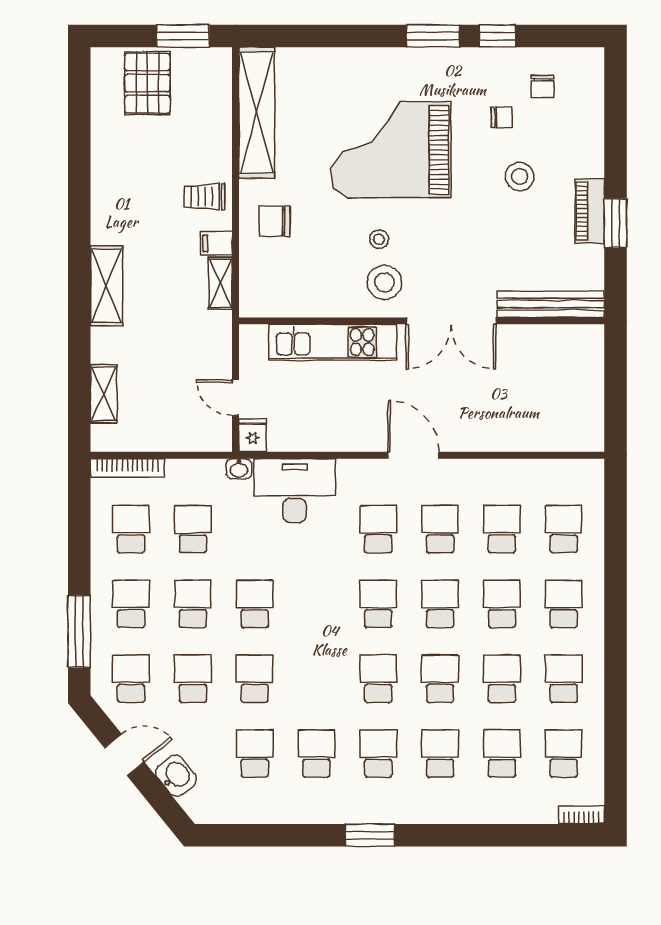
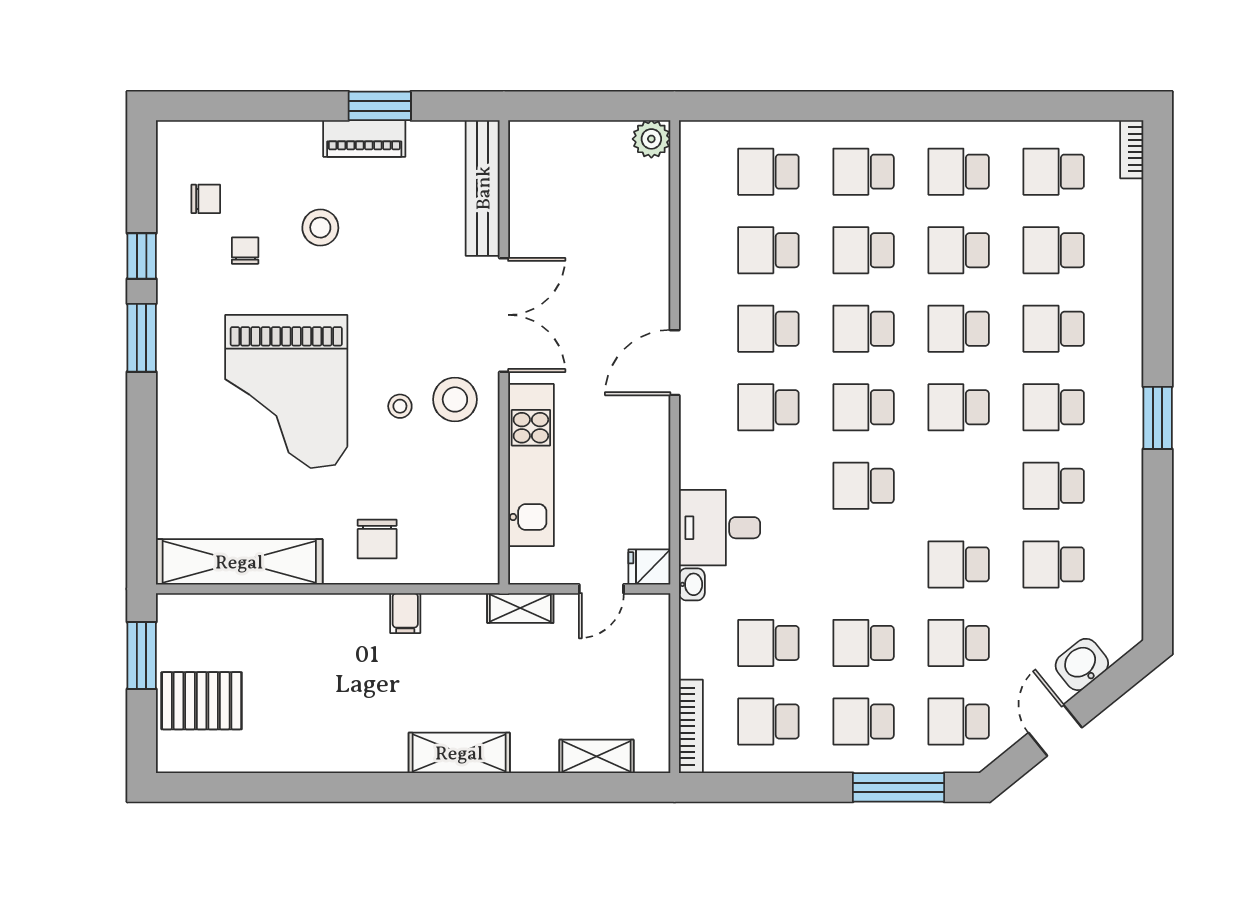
trolley: (204, 197) -> (346, 628), removed
shelving: (220, 283) -> (520, 608), moved
plant: (589, 437) -> (651, 139), added
desk: (295, 491) -> (719, 528), width x0.73
school desk: (255, 604) -> (864, 486), moved

